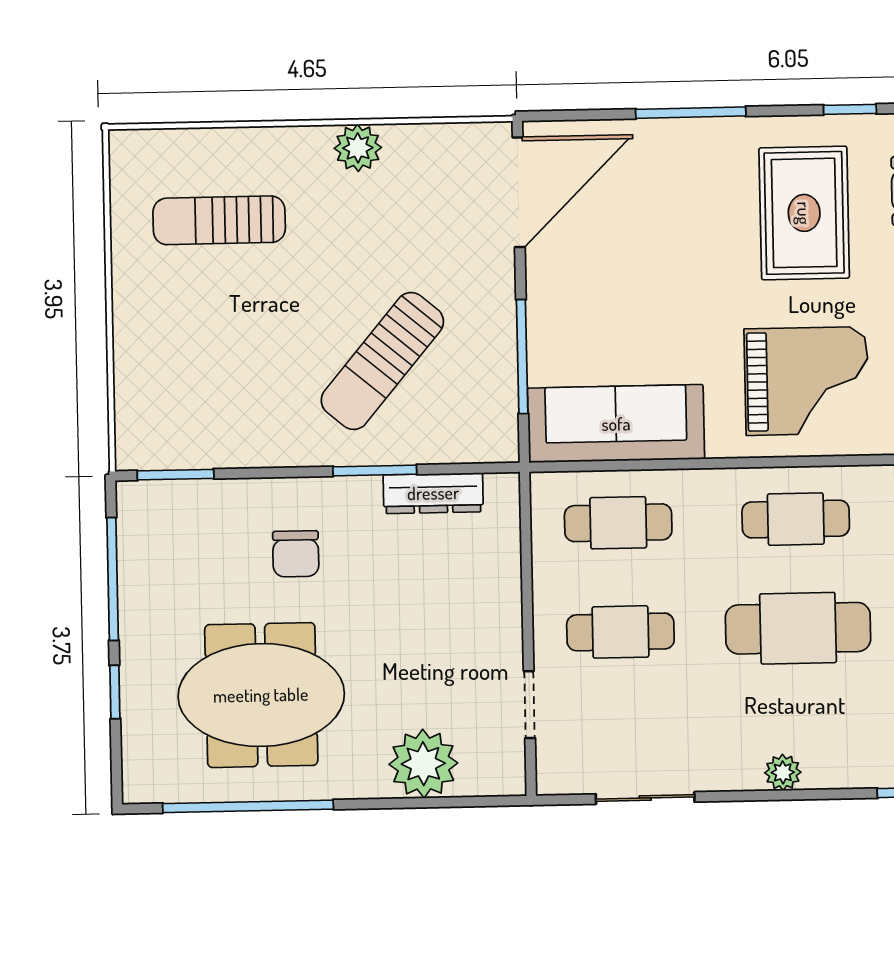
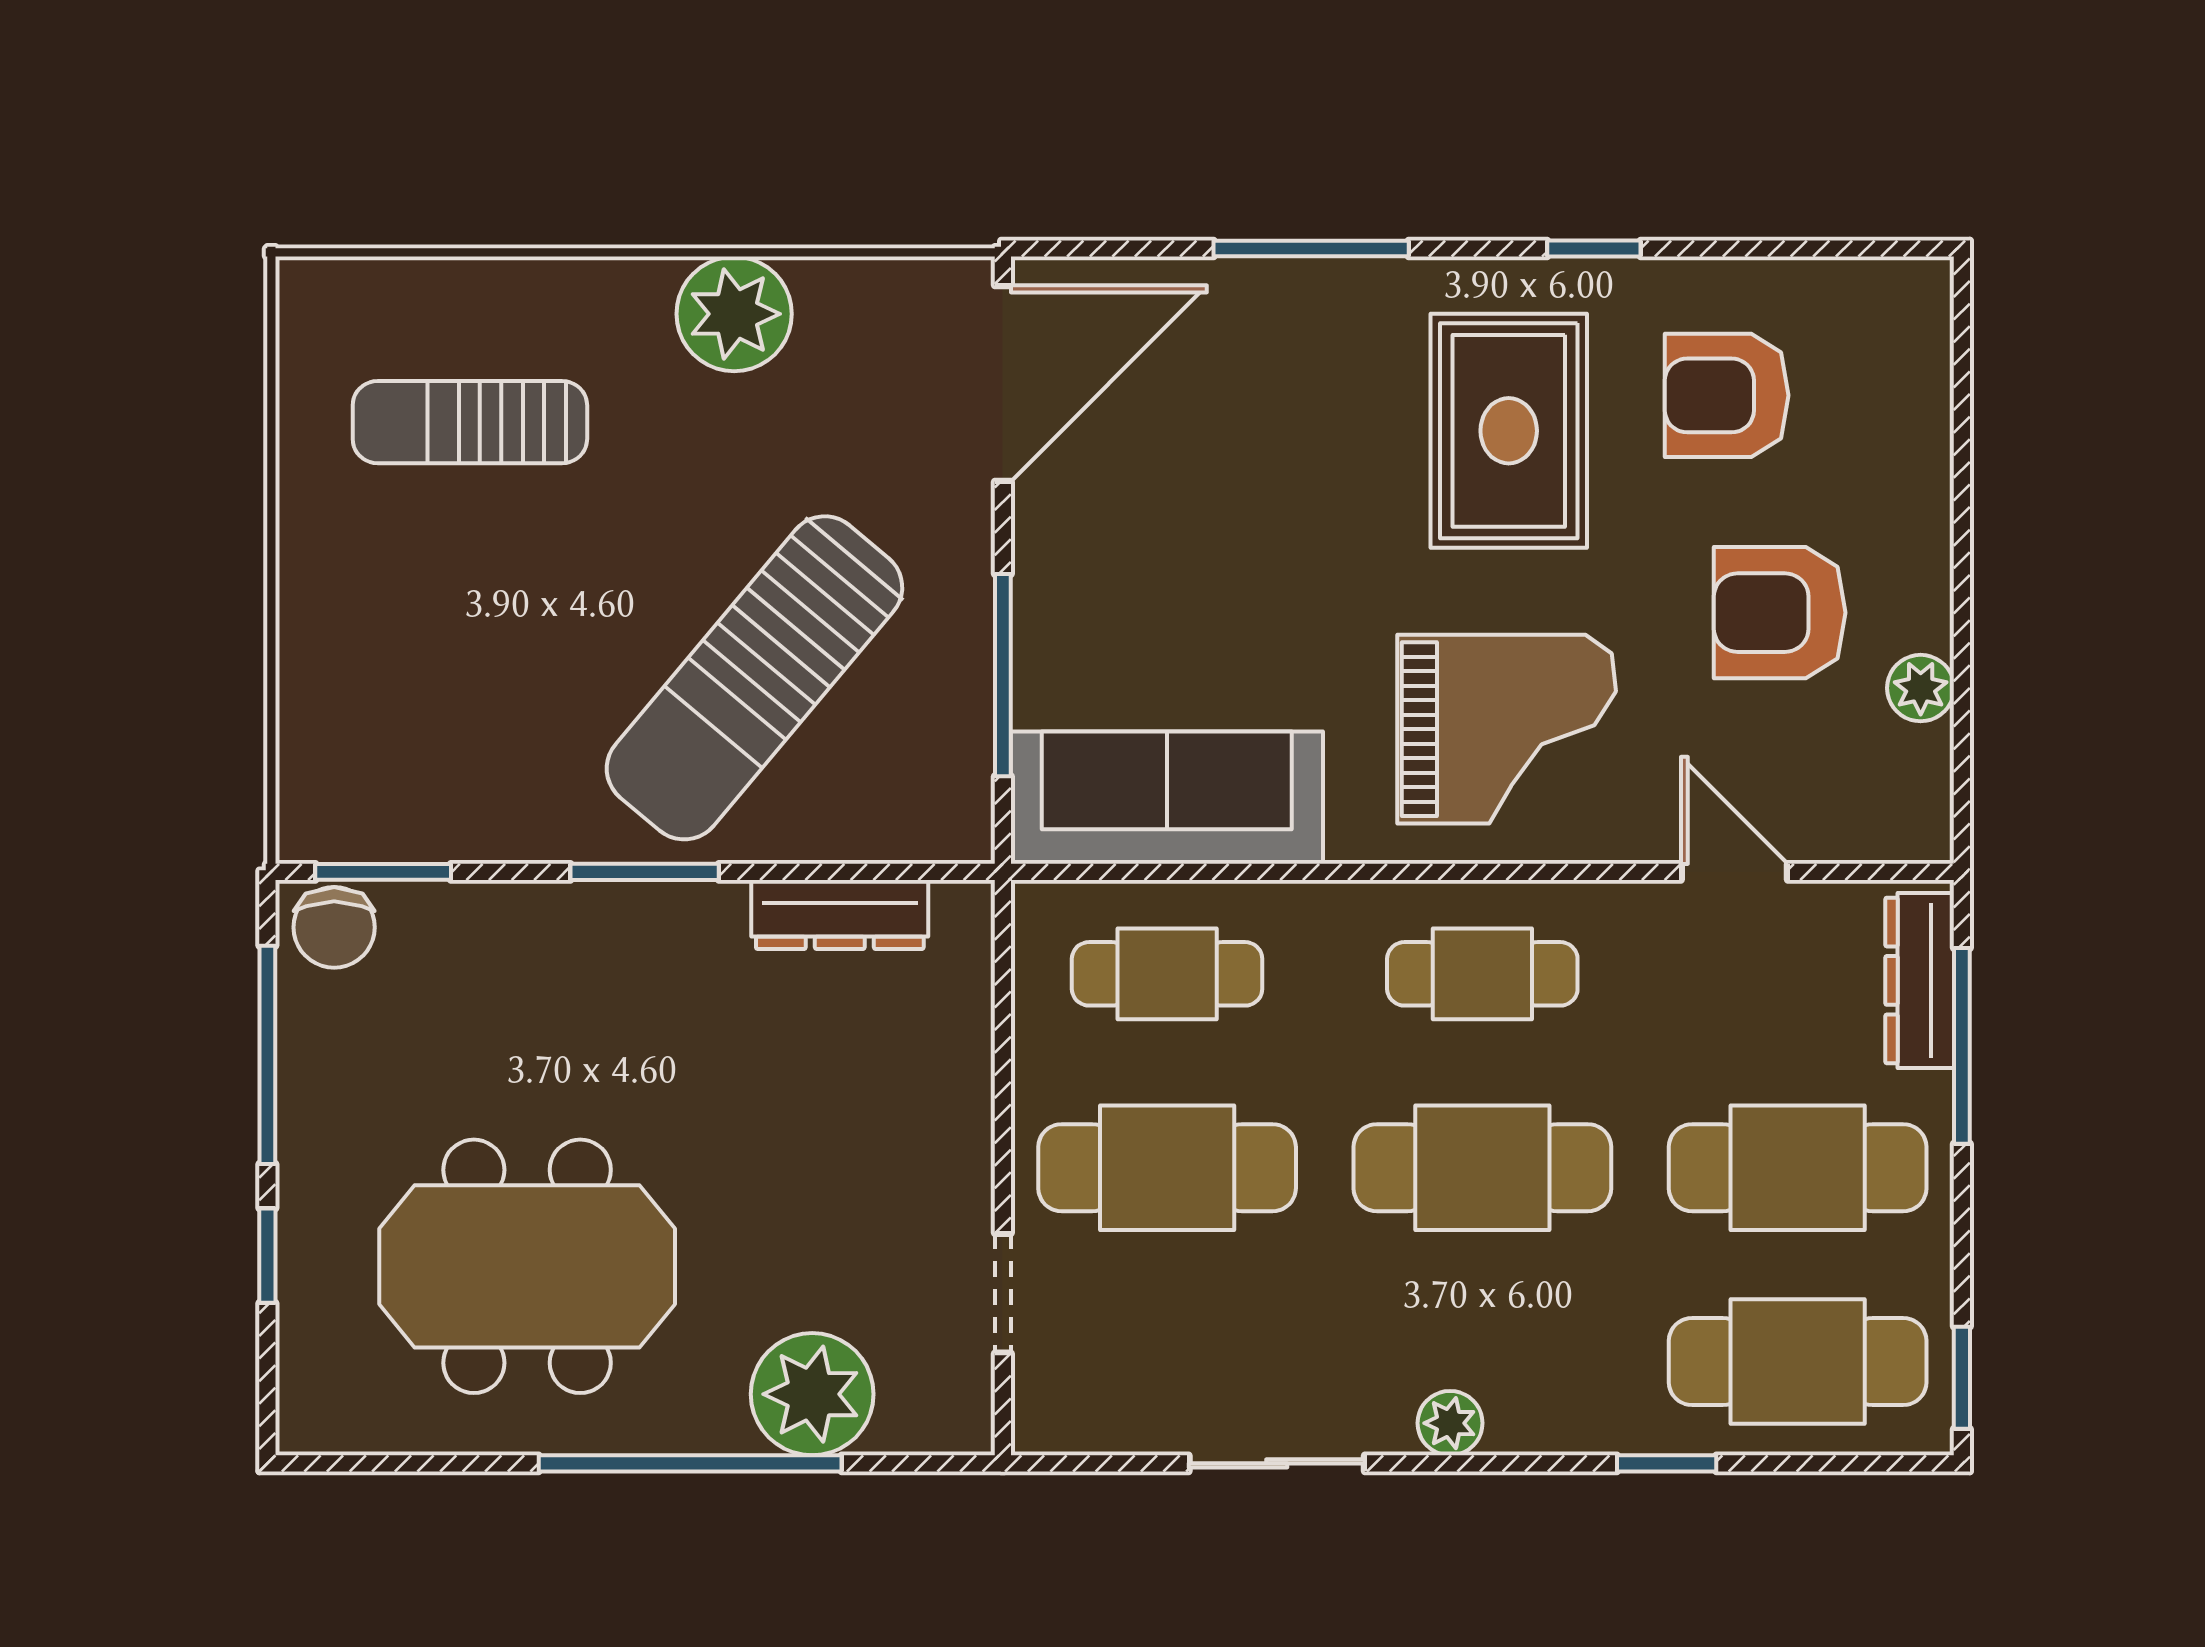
plant: (358, 148) -> (734, 314), width x1.36, depth x1.36
sun lounger: (382, 361) -> (754, 678), width x1.36, depth x1.34
window: (375, 470) -> (645, 872), moved
chair: (296, 554) -> (334, 927), moved
cafe table: (620, 632) -> (1167, 1168), width x1.37, depth x1.35
sliding door: (645, 798) -> (1277, 1463), moved
window: (248, 806) -> (690, 1463), moved

